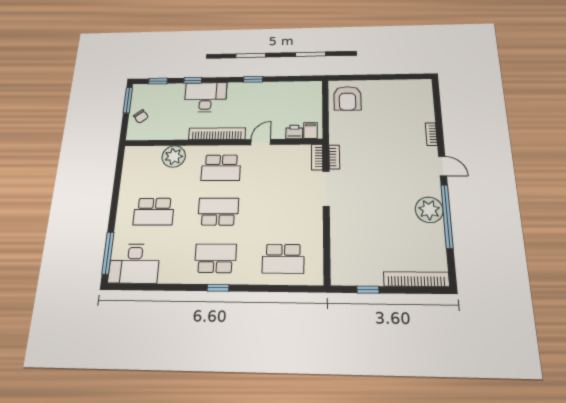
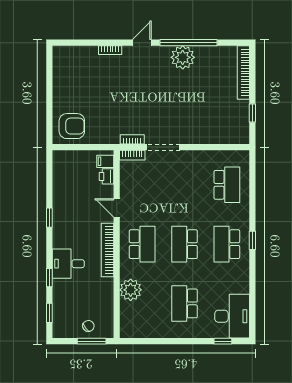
desk: (206, 97) -> (68, 264), width x0.73
window: (128, 100) -> (92, 341), moved
school desk: (154, 212) -> (185, 303), turned 180
window: (108, 253) -> (223, 341), width x0.46

